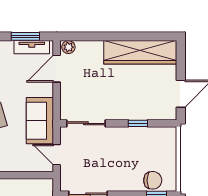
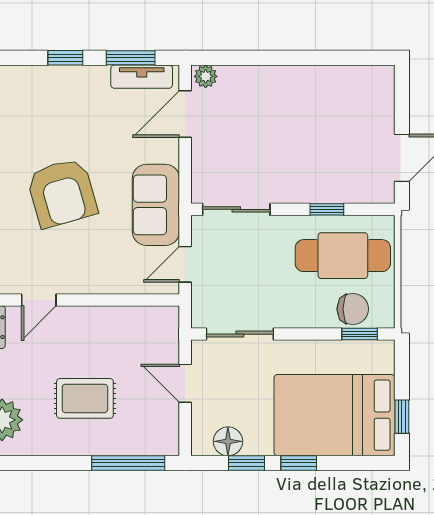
wardrobe: (140, 52) -> (331, 85), removed
cafe table: (147, 150) -> (343, 256), added
door: (57, 155) -> (185, 264), hinge flipped

